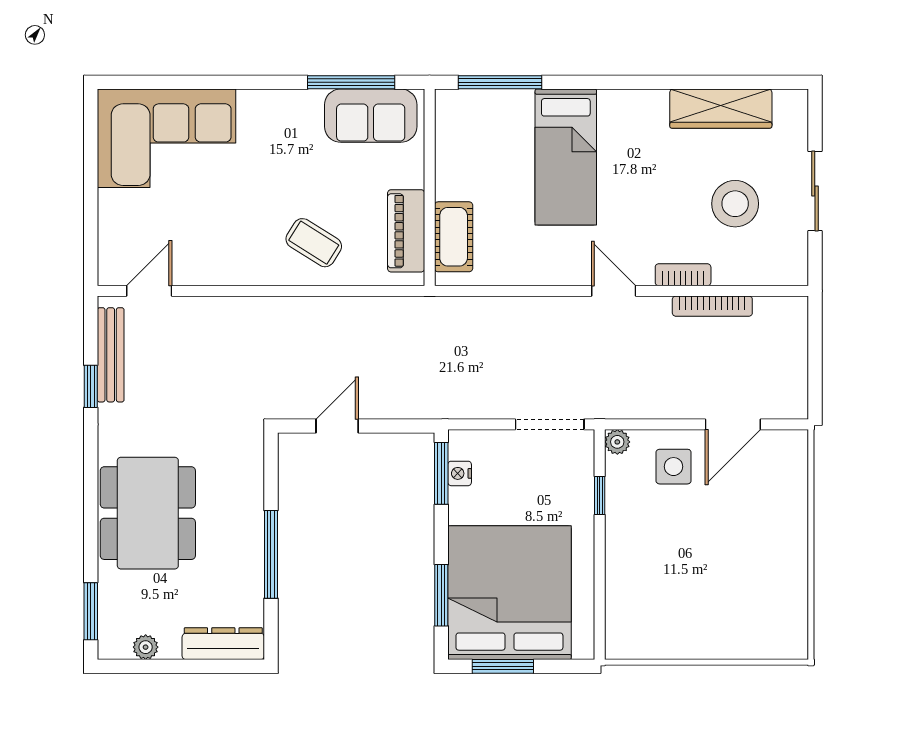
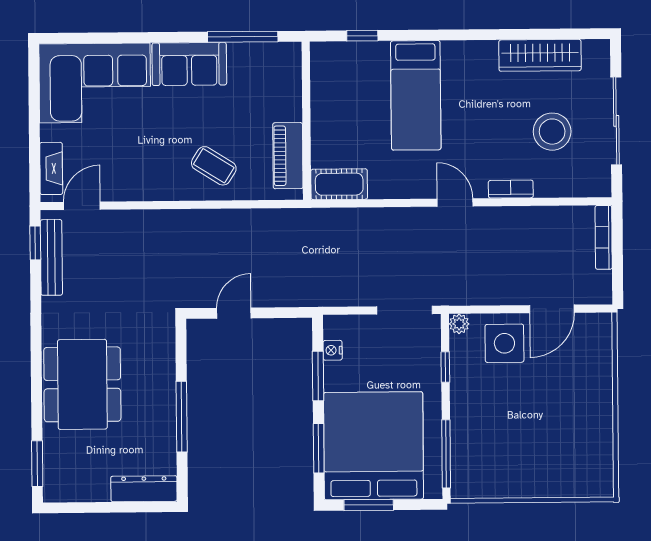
window: (500, 82) -> (362, 36), width x0.46
sofa: (371, 116) -> (189, 64), moved
sliding door: (815, 191) -> (616, 121), width x1.37
cot: (454, 237) -> (339, 184), moved, turned 90
fireplace: (111, 244) -> (51, 168), added
bookcase: (712, 306) -> (604, 237), moved, turned 90
window: (91, 386) -> (35, 243), moved
side table: (674, 467) -> (504, 343), width x1.37, depth x1.37
window: (441, 473) -> (318, 376), moved
window: (600, 603) -> (446, 454), added
plant: (146, 647) -> (81, 492), removed

